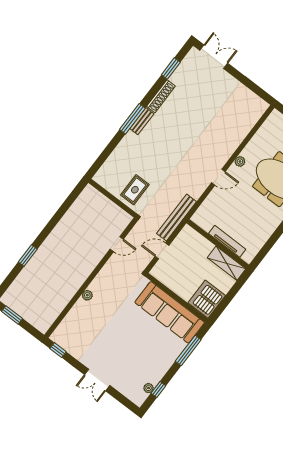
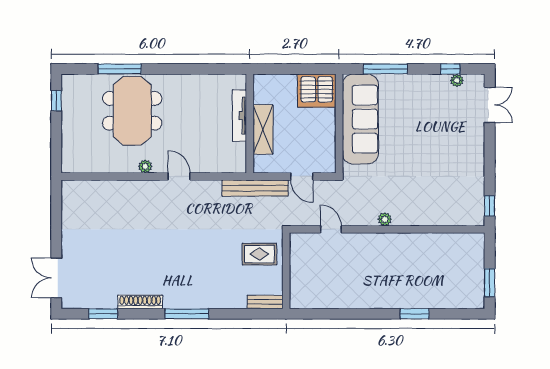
bench: (142, 121) -> (265, 302), moved
shelving: (227, 263) -> (263, 129), moved
plant: (87, 295) -> (385, 219), moved
double door: (97, 380) -> (490, 105), moved

